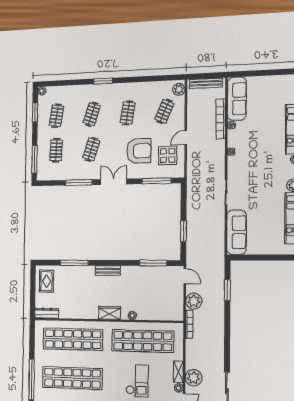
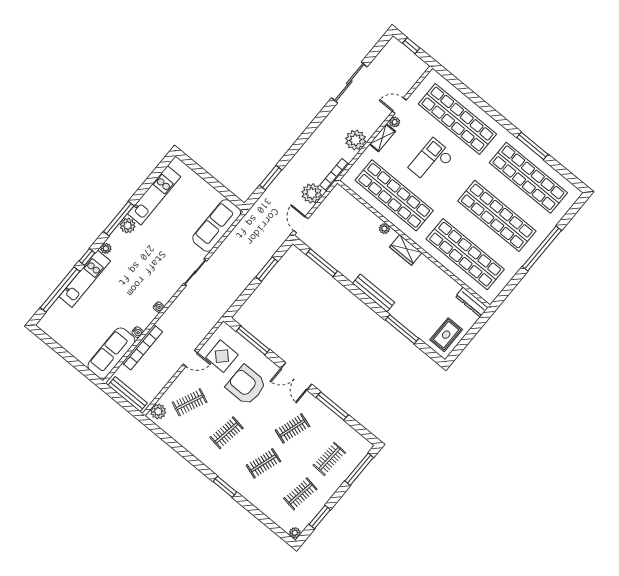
bench: (108, 271) -> (374, 293), width x1.36
plant: (194, 378) -> (356, 140), moved

